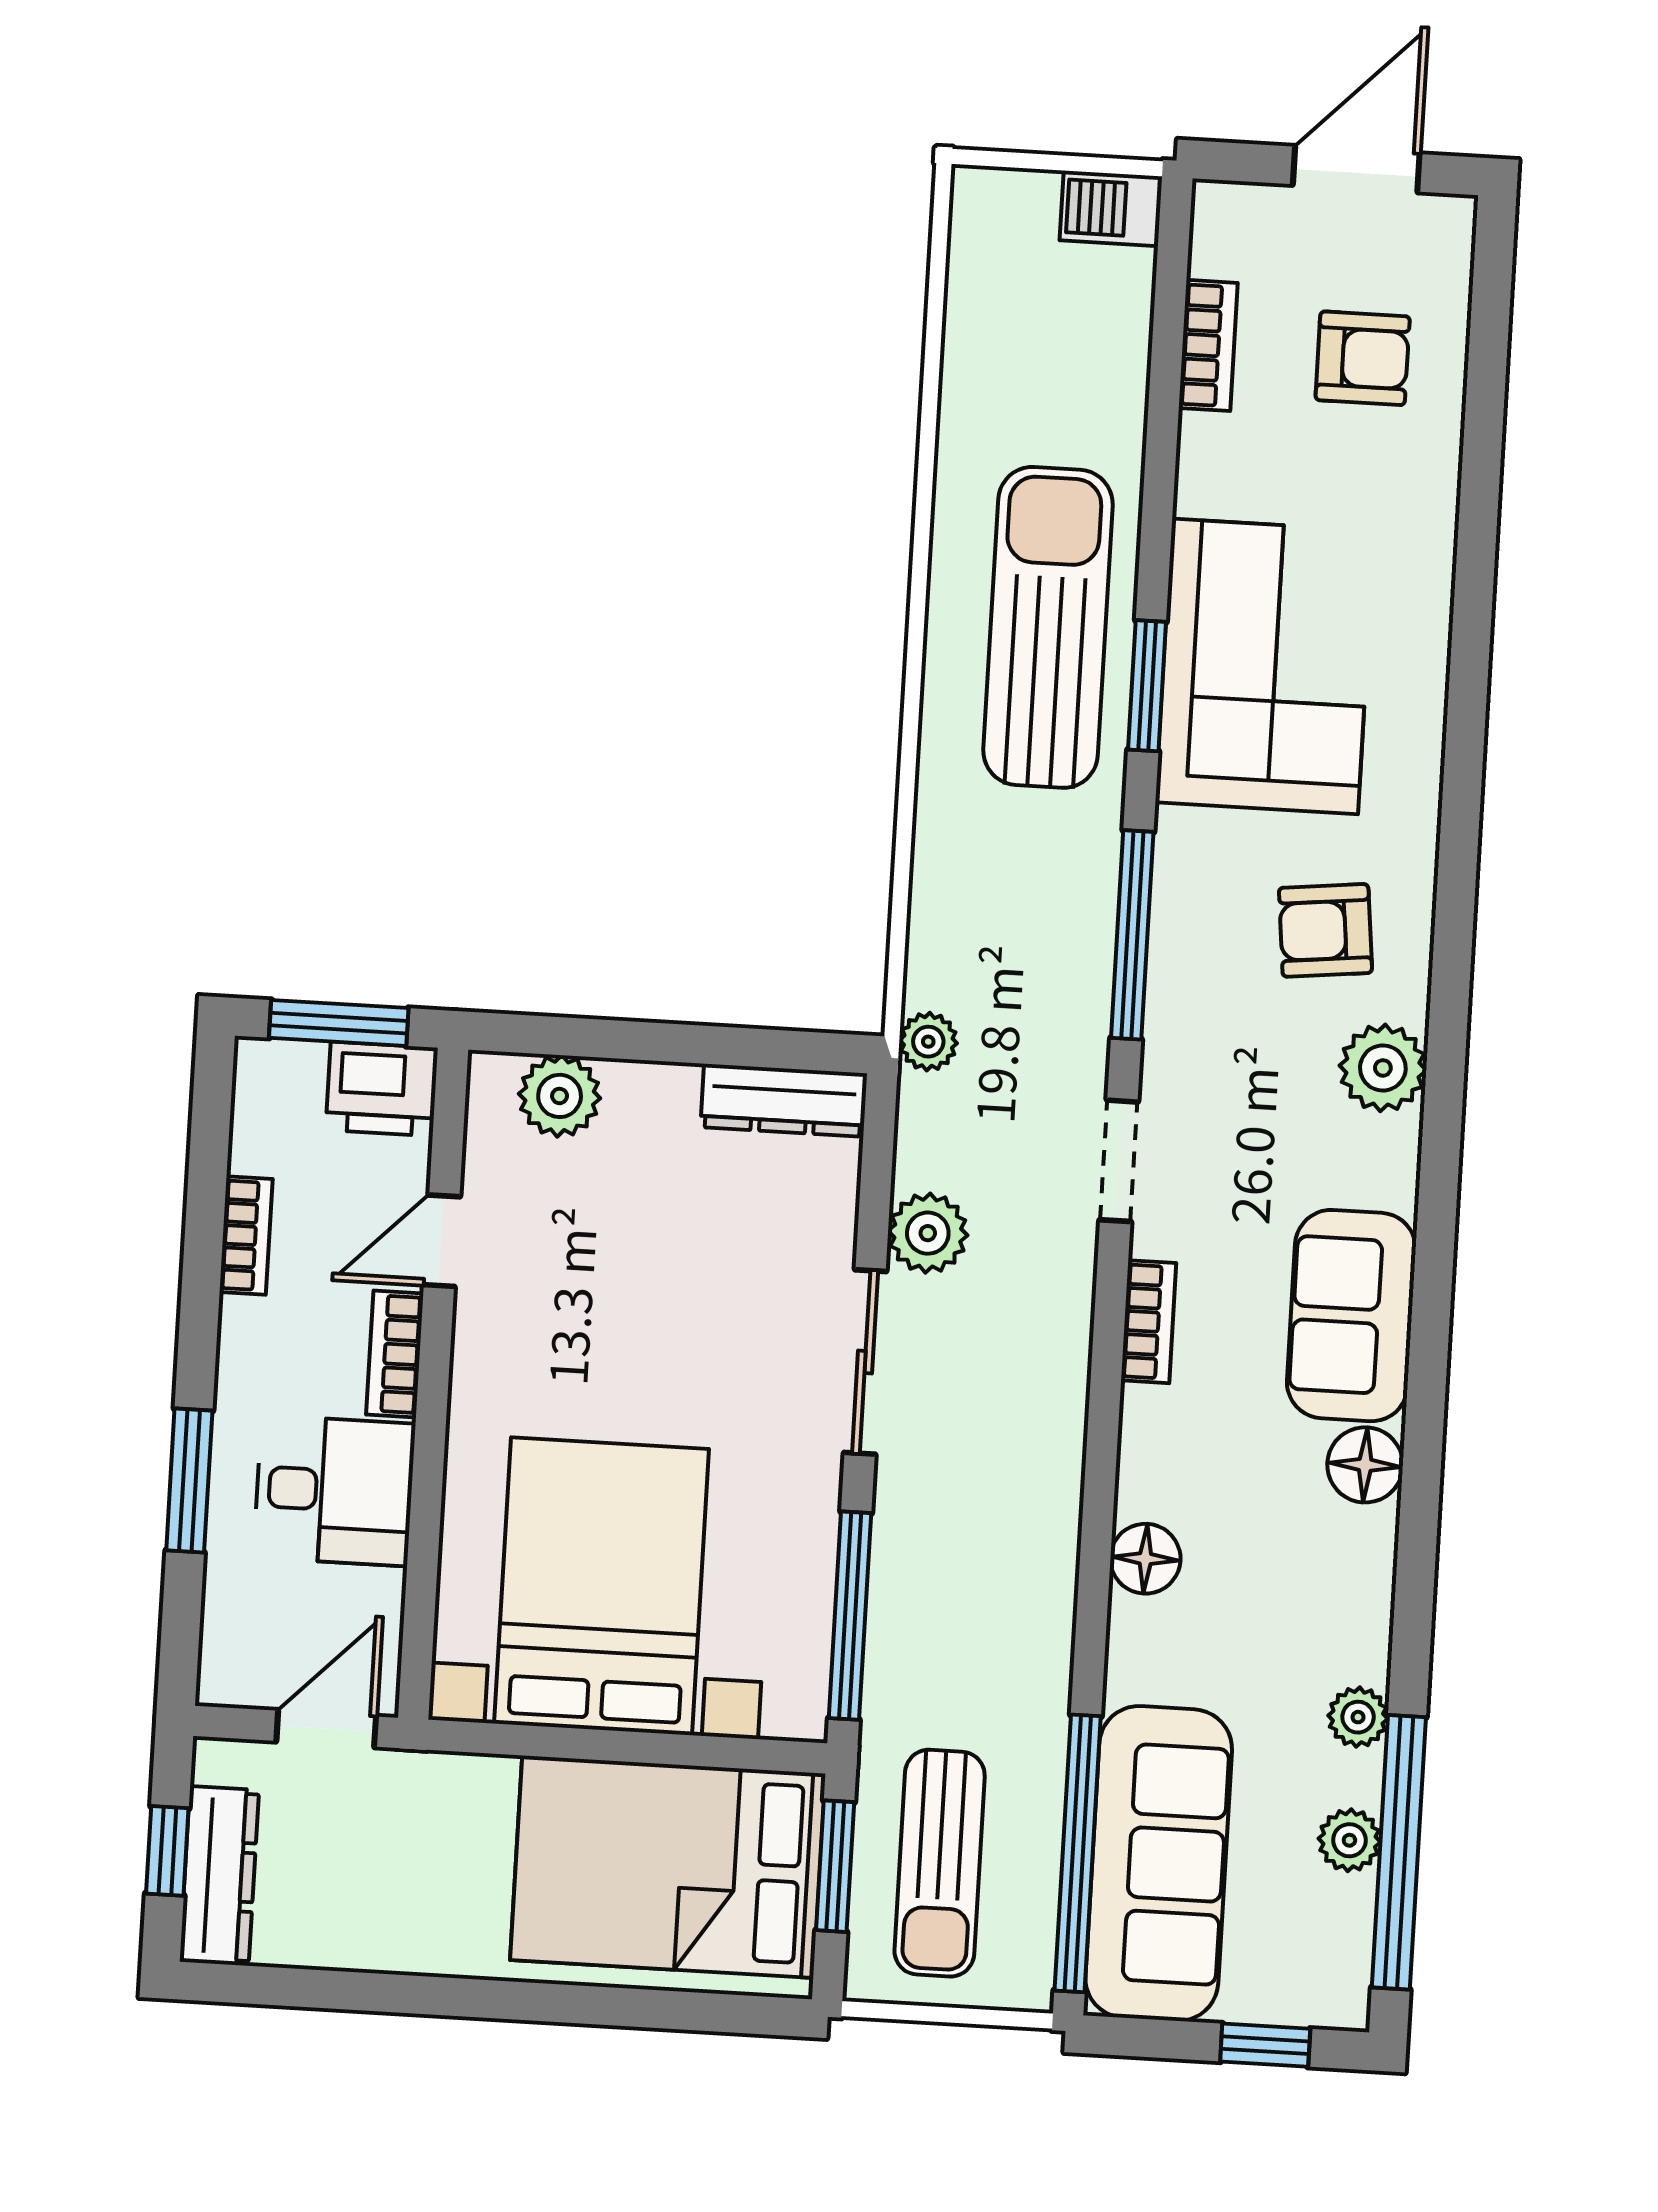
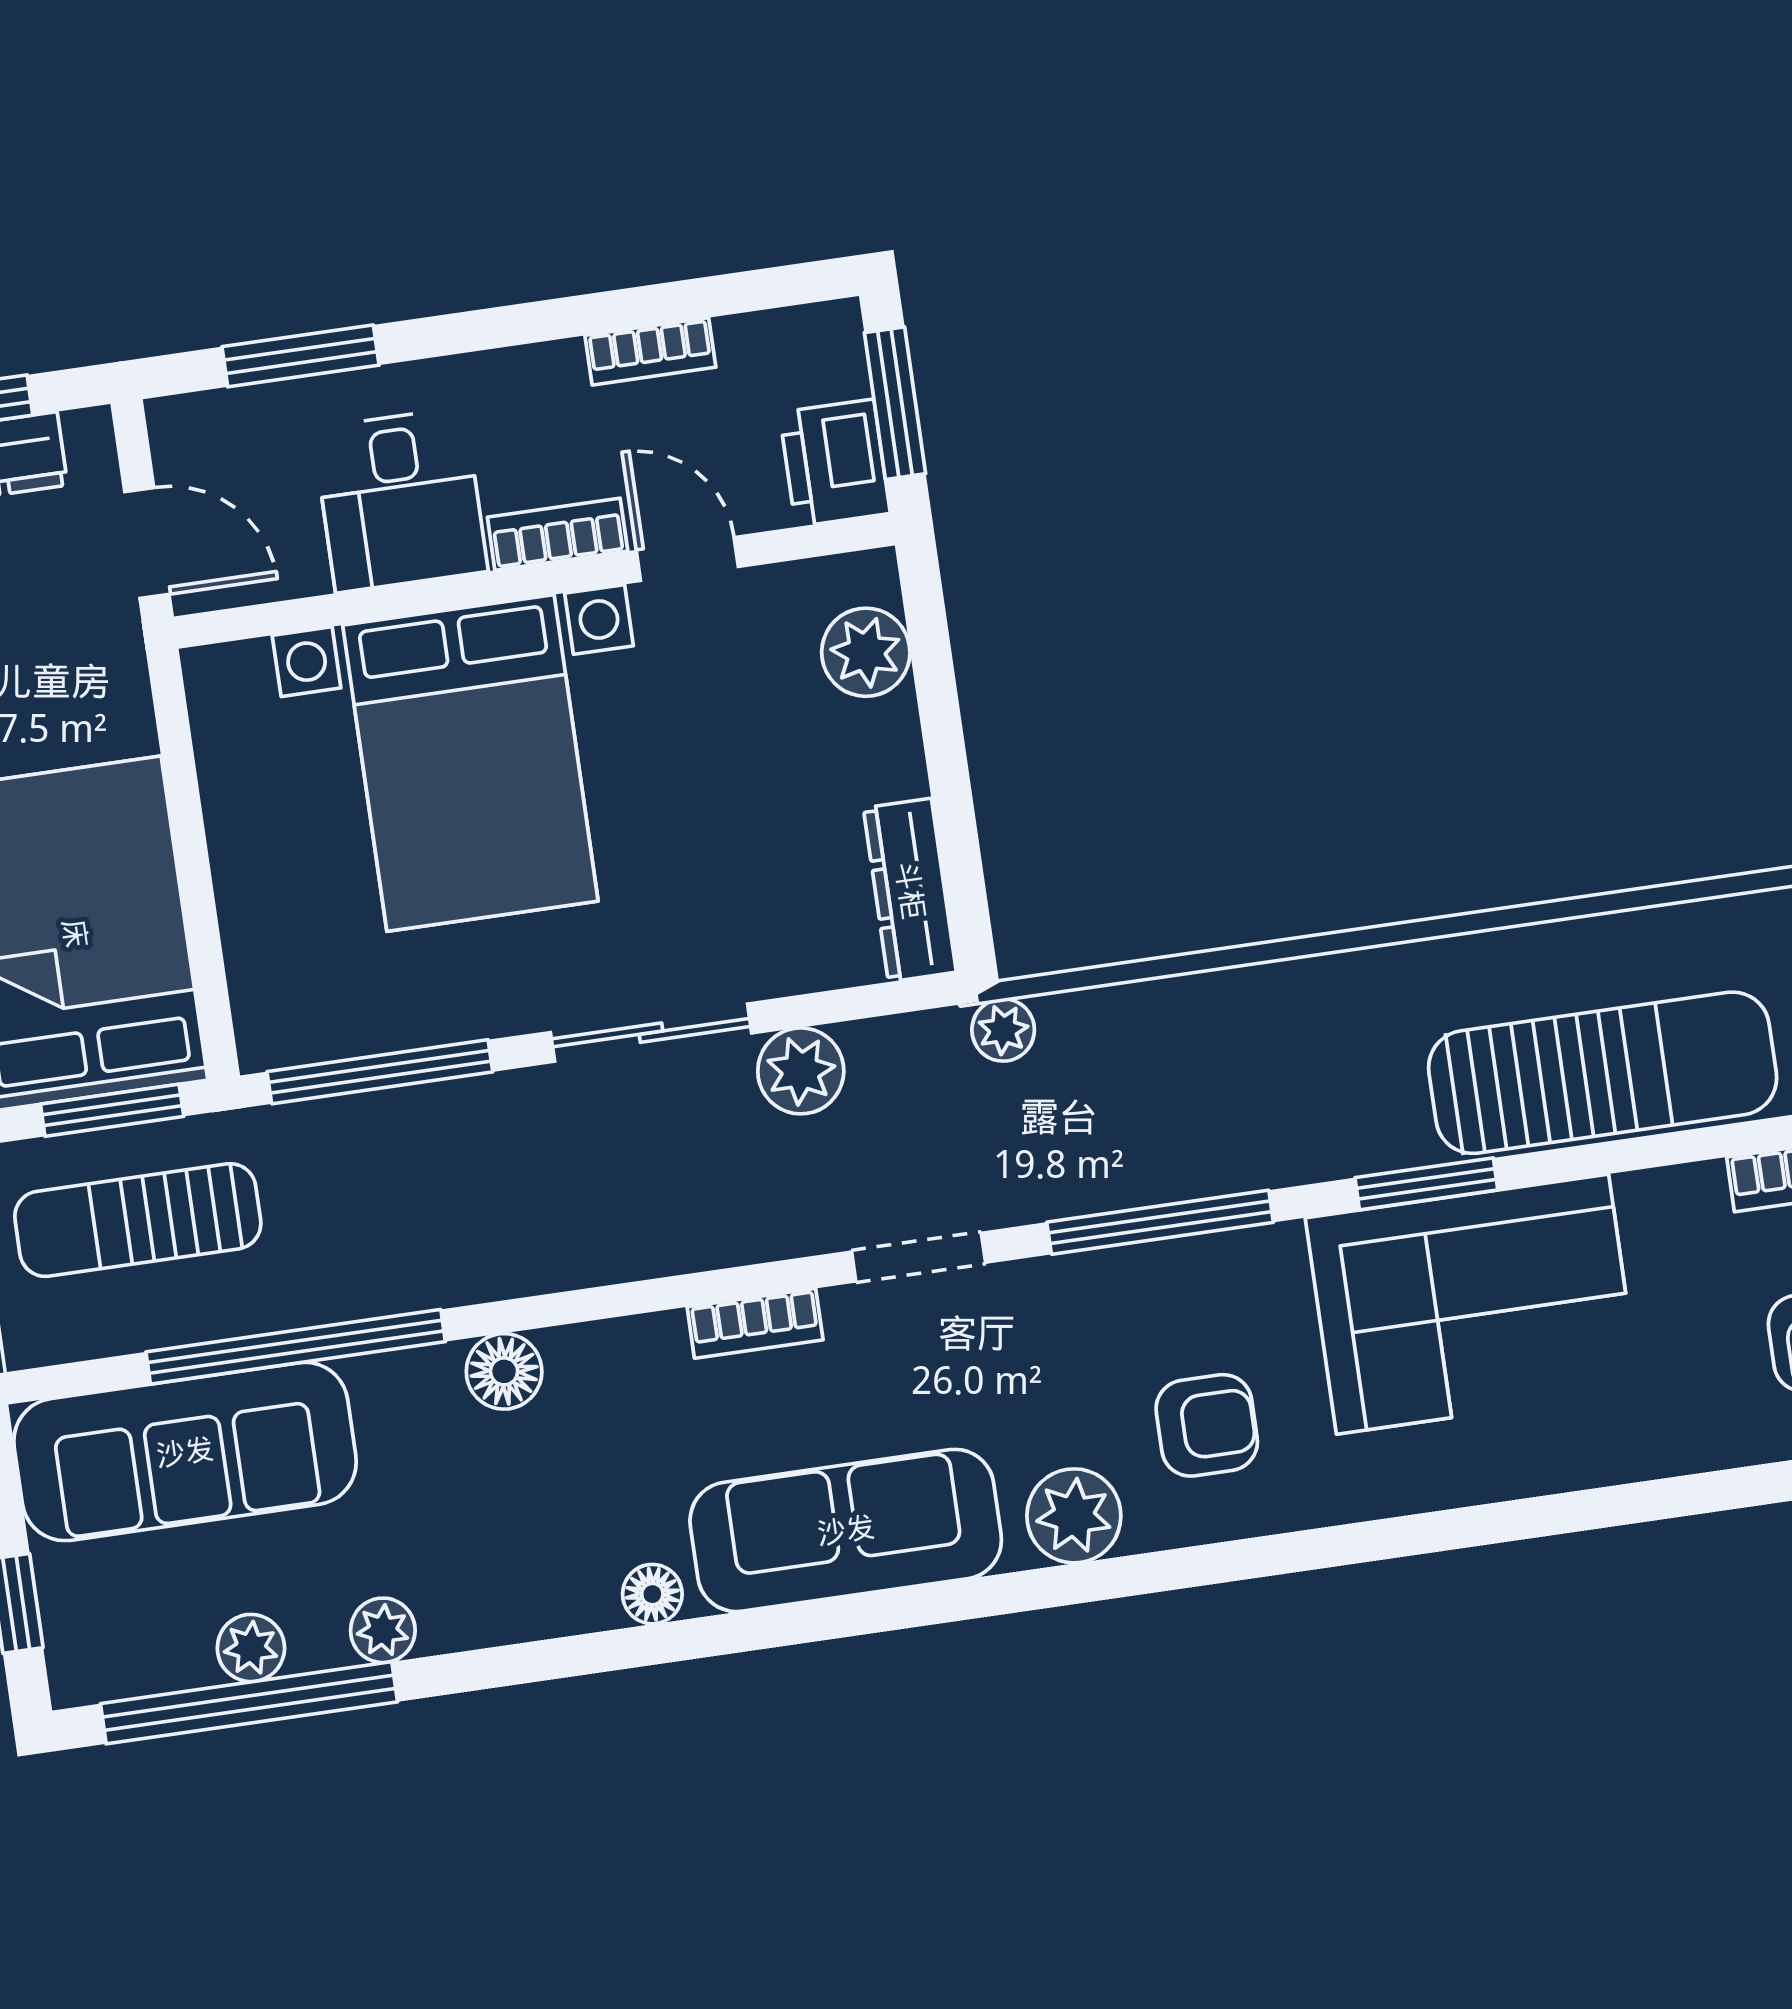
sun lounger: (1048, 627) -> (1603, 1073), moved
armchair: (1325, 930) -> (1207, 1425), turned 96
sofa: (1351, 1316) -> (846, 1530), width x1.36
floor lamp: (1365, 1465) -> (652, 1594), width x0.73, depth x0.73
window: (189, 1480) -> (300, 356), moved
bed with nightstands: (602, 1586) -> (470, 763), moved, turned 90
window: (1078, 1853) -> (296, 1347), moved

